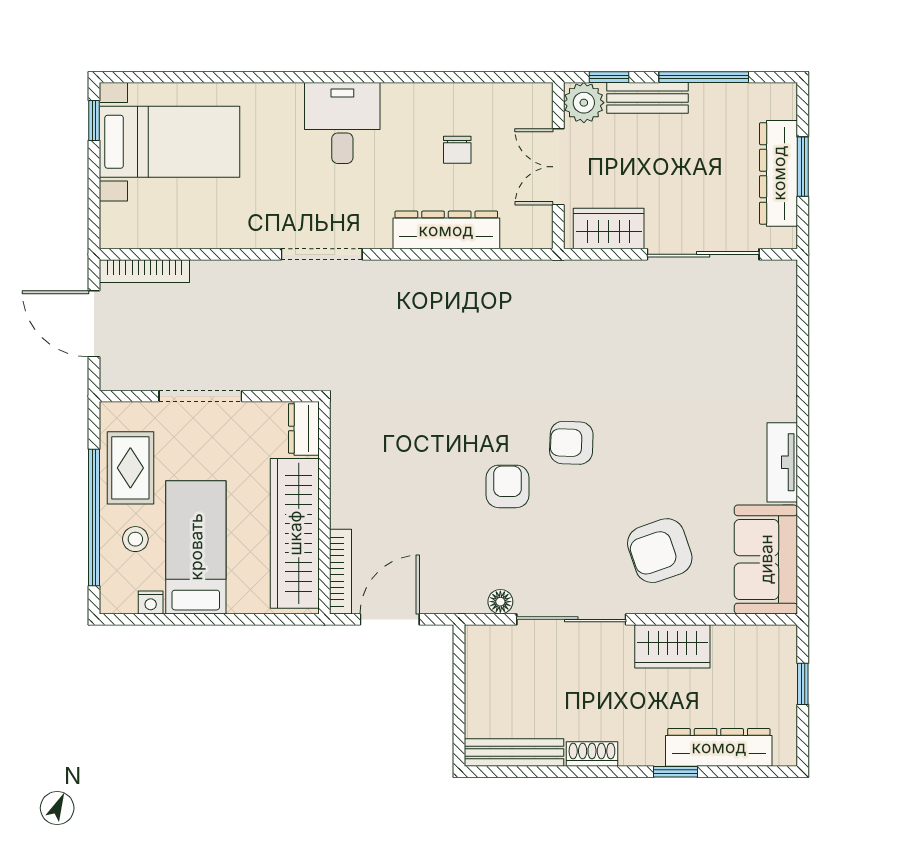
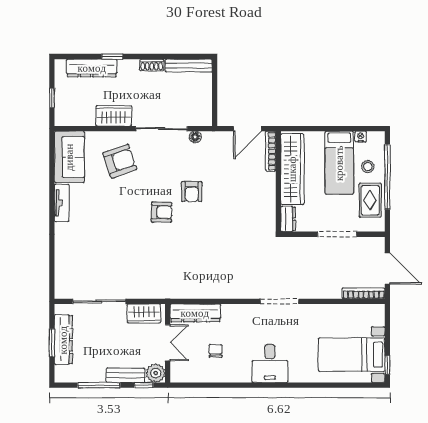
dresser: (446, 230) -> (195, 313), moved

